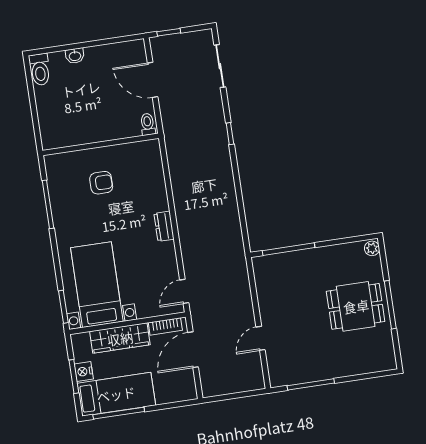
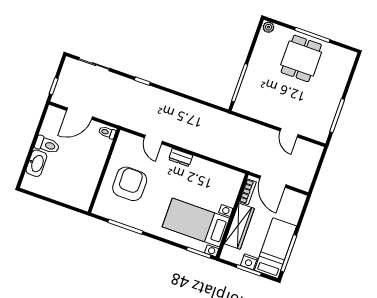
washbasin: (75, 56) -> (36, 163), width x1.91, depth x1.45
toilet: (40, 70) -> (47, 145), moved
armchair: (101, 183) -> (130, 184), width x1.88, depth x1.88
door: (184, 291) -> (153, 140), moved

